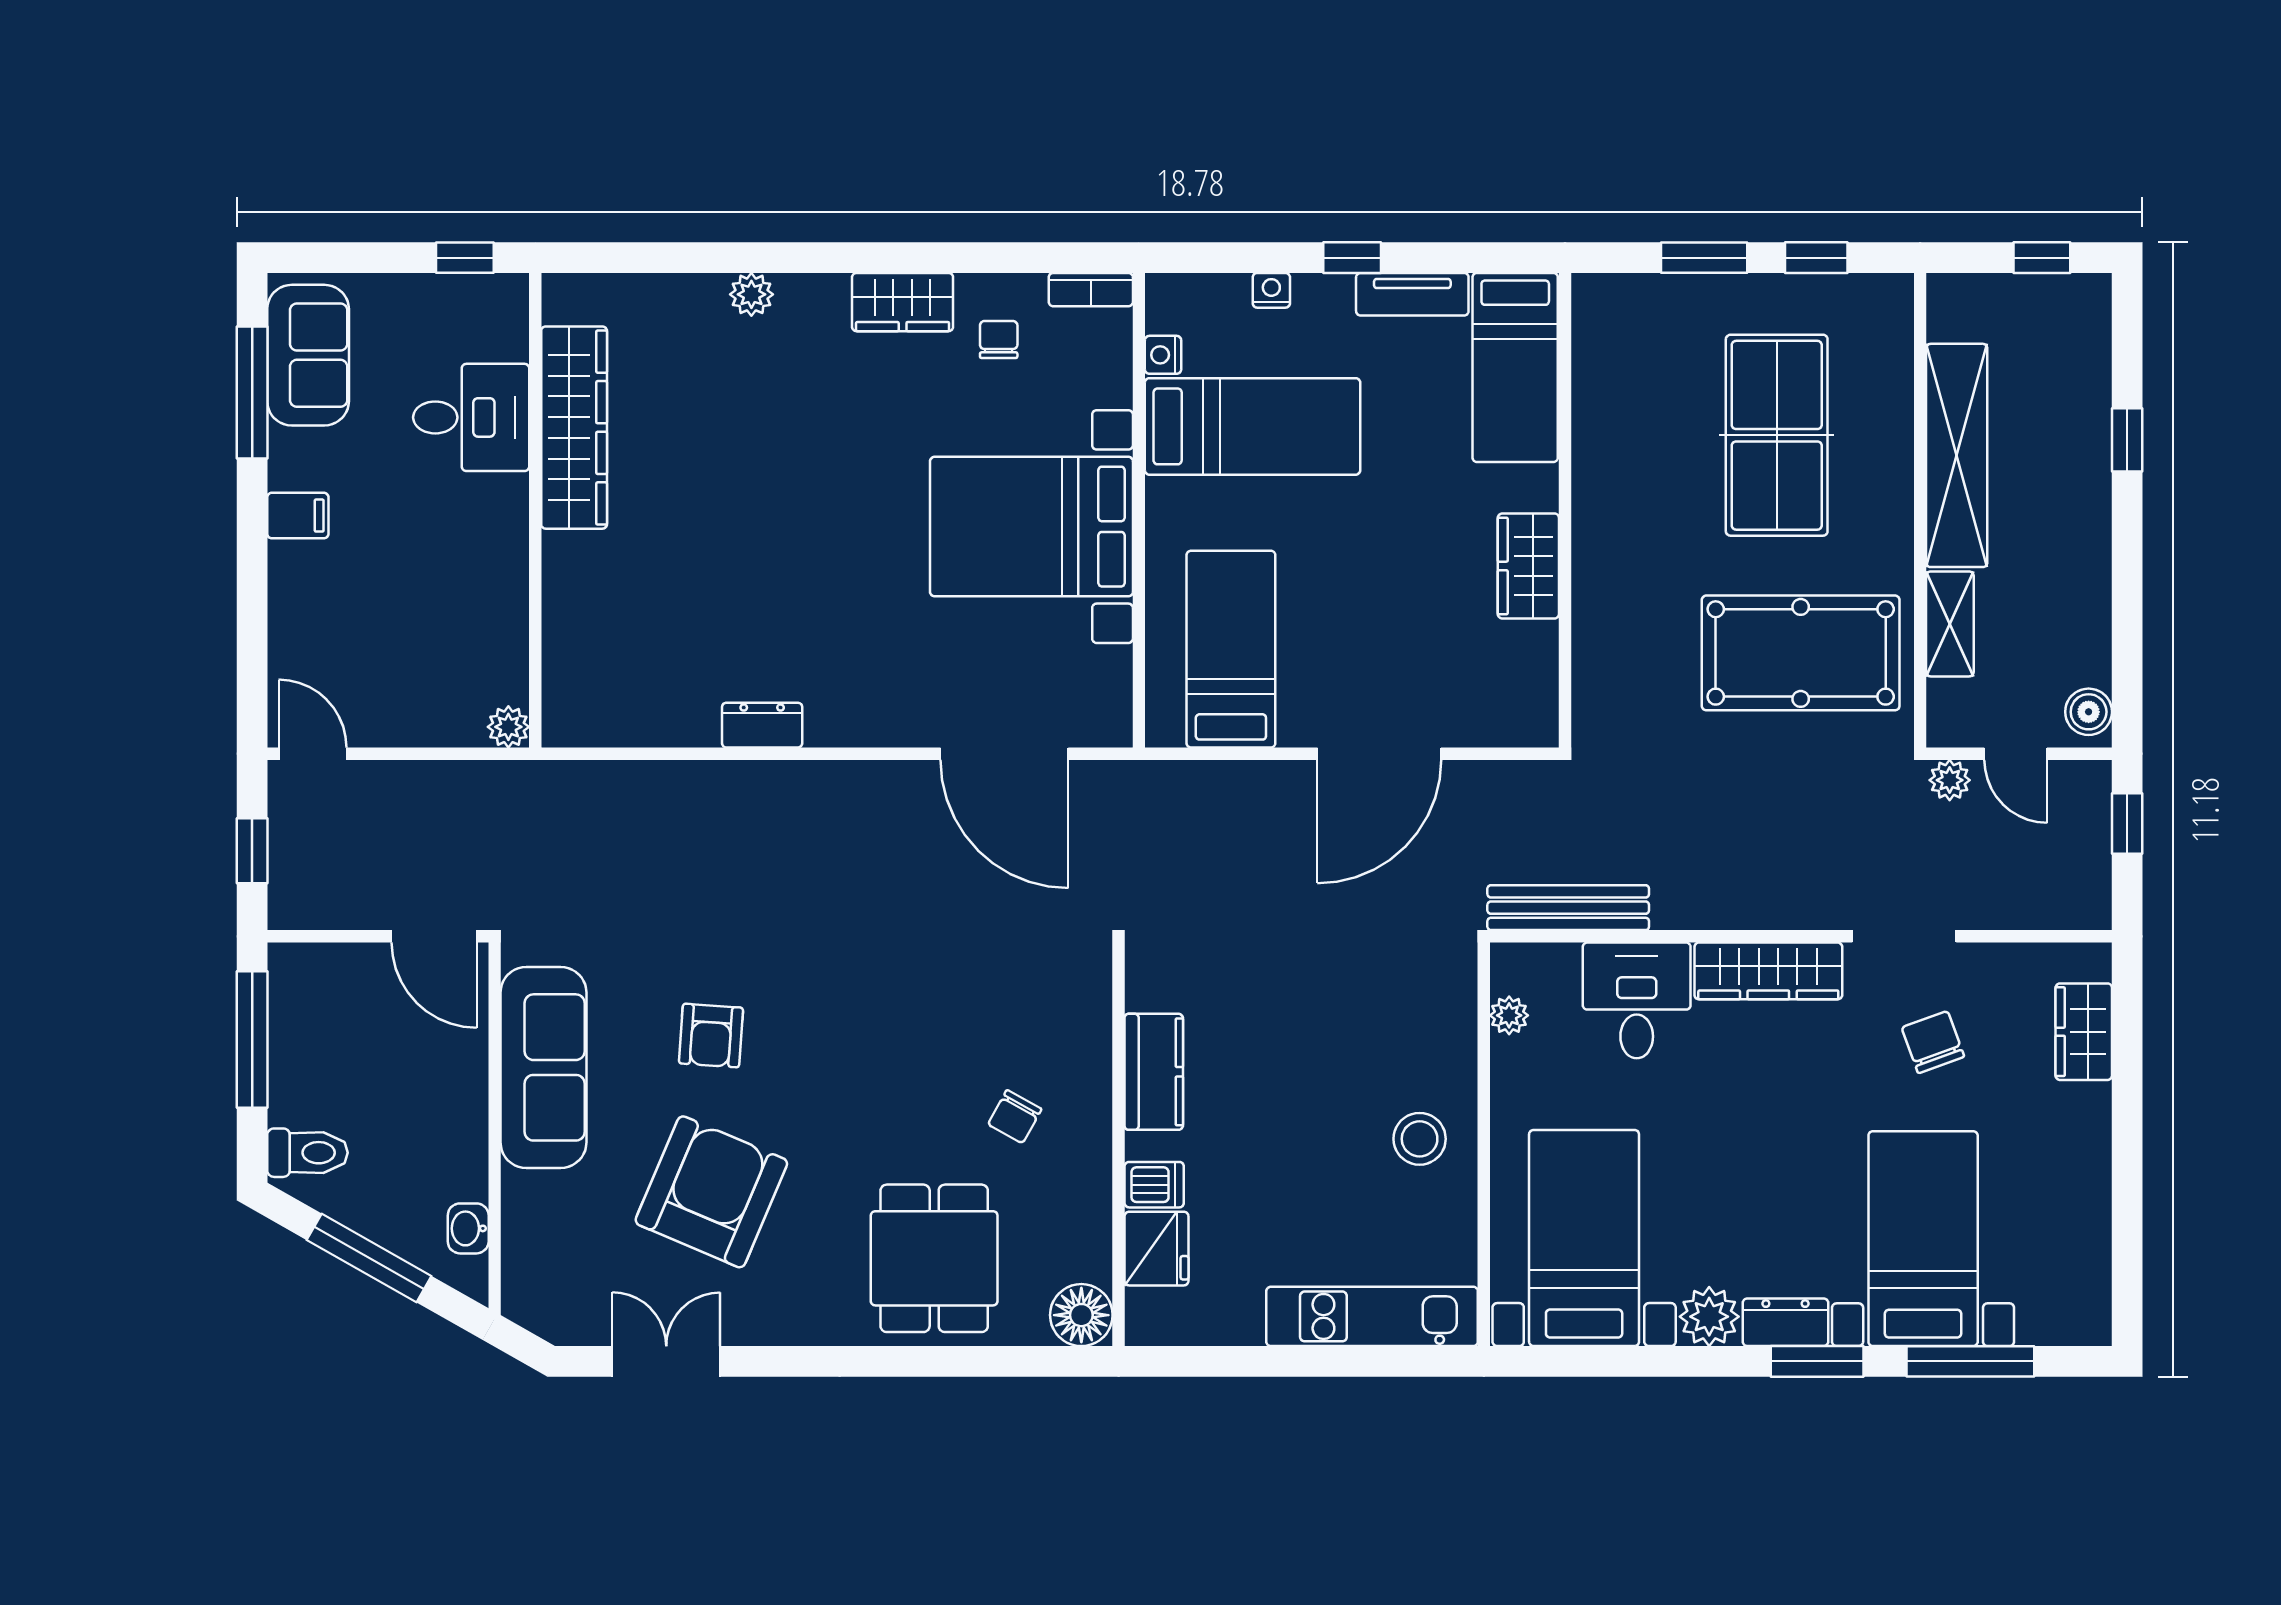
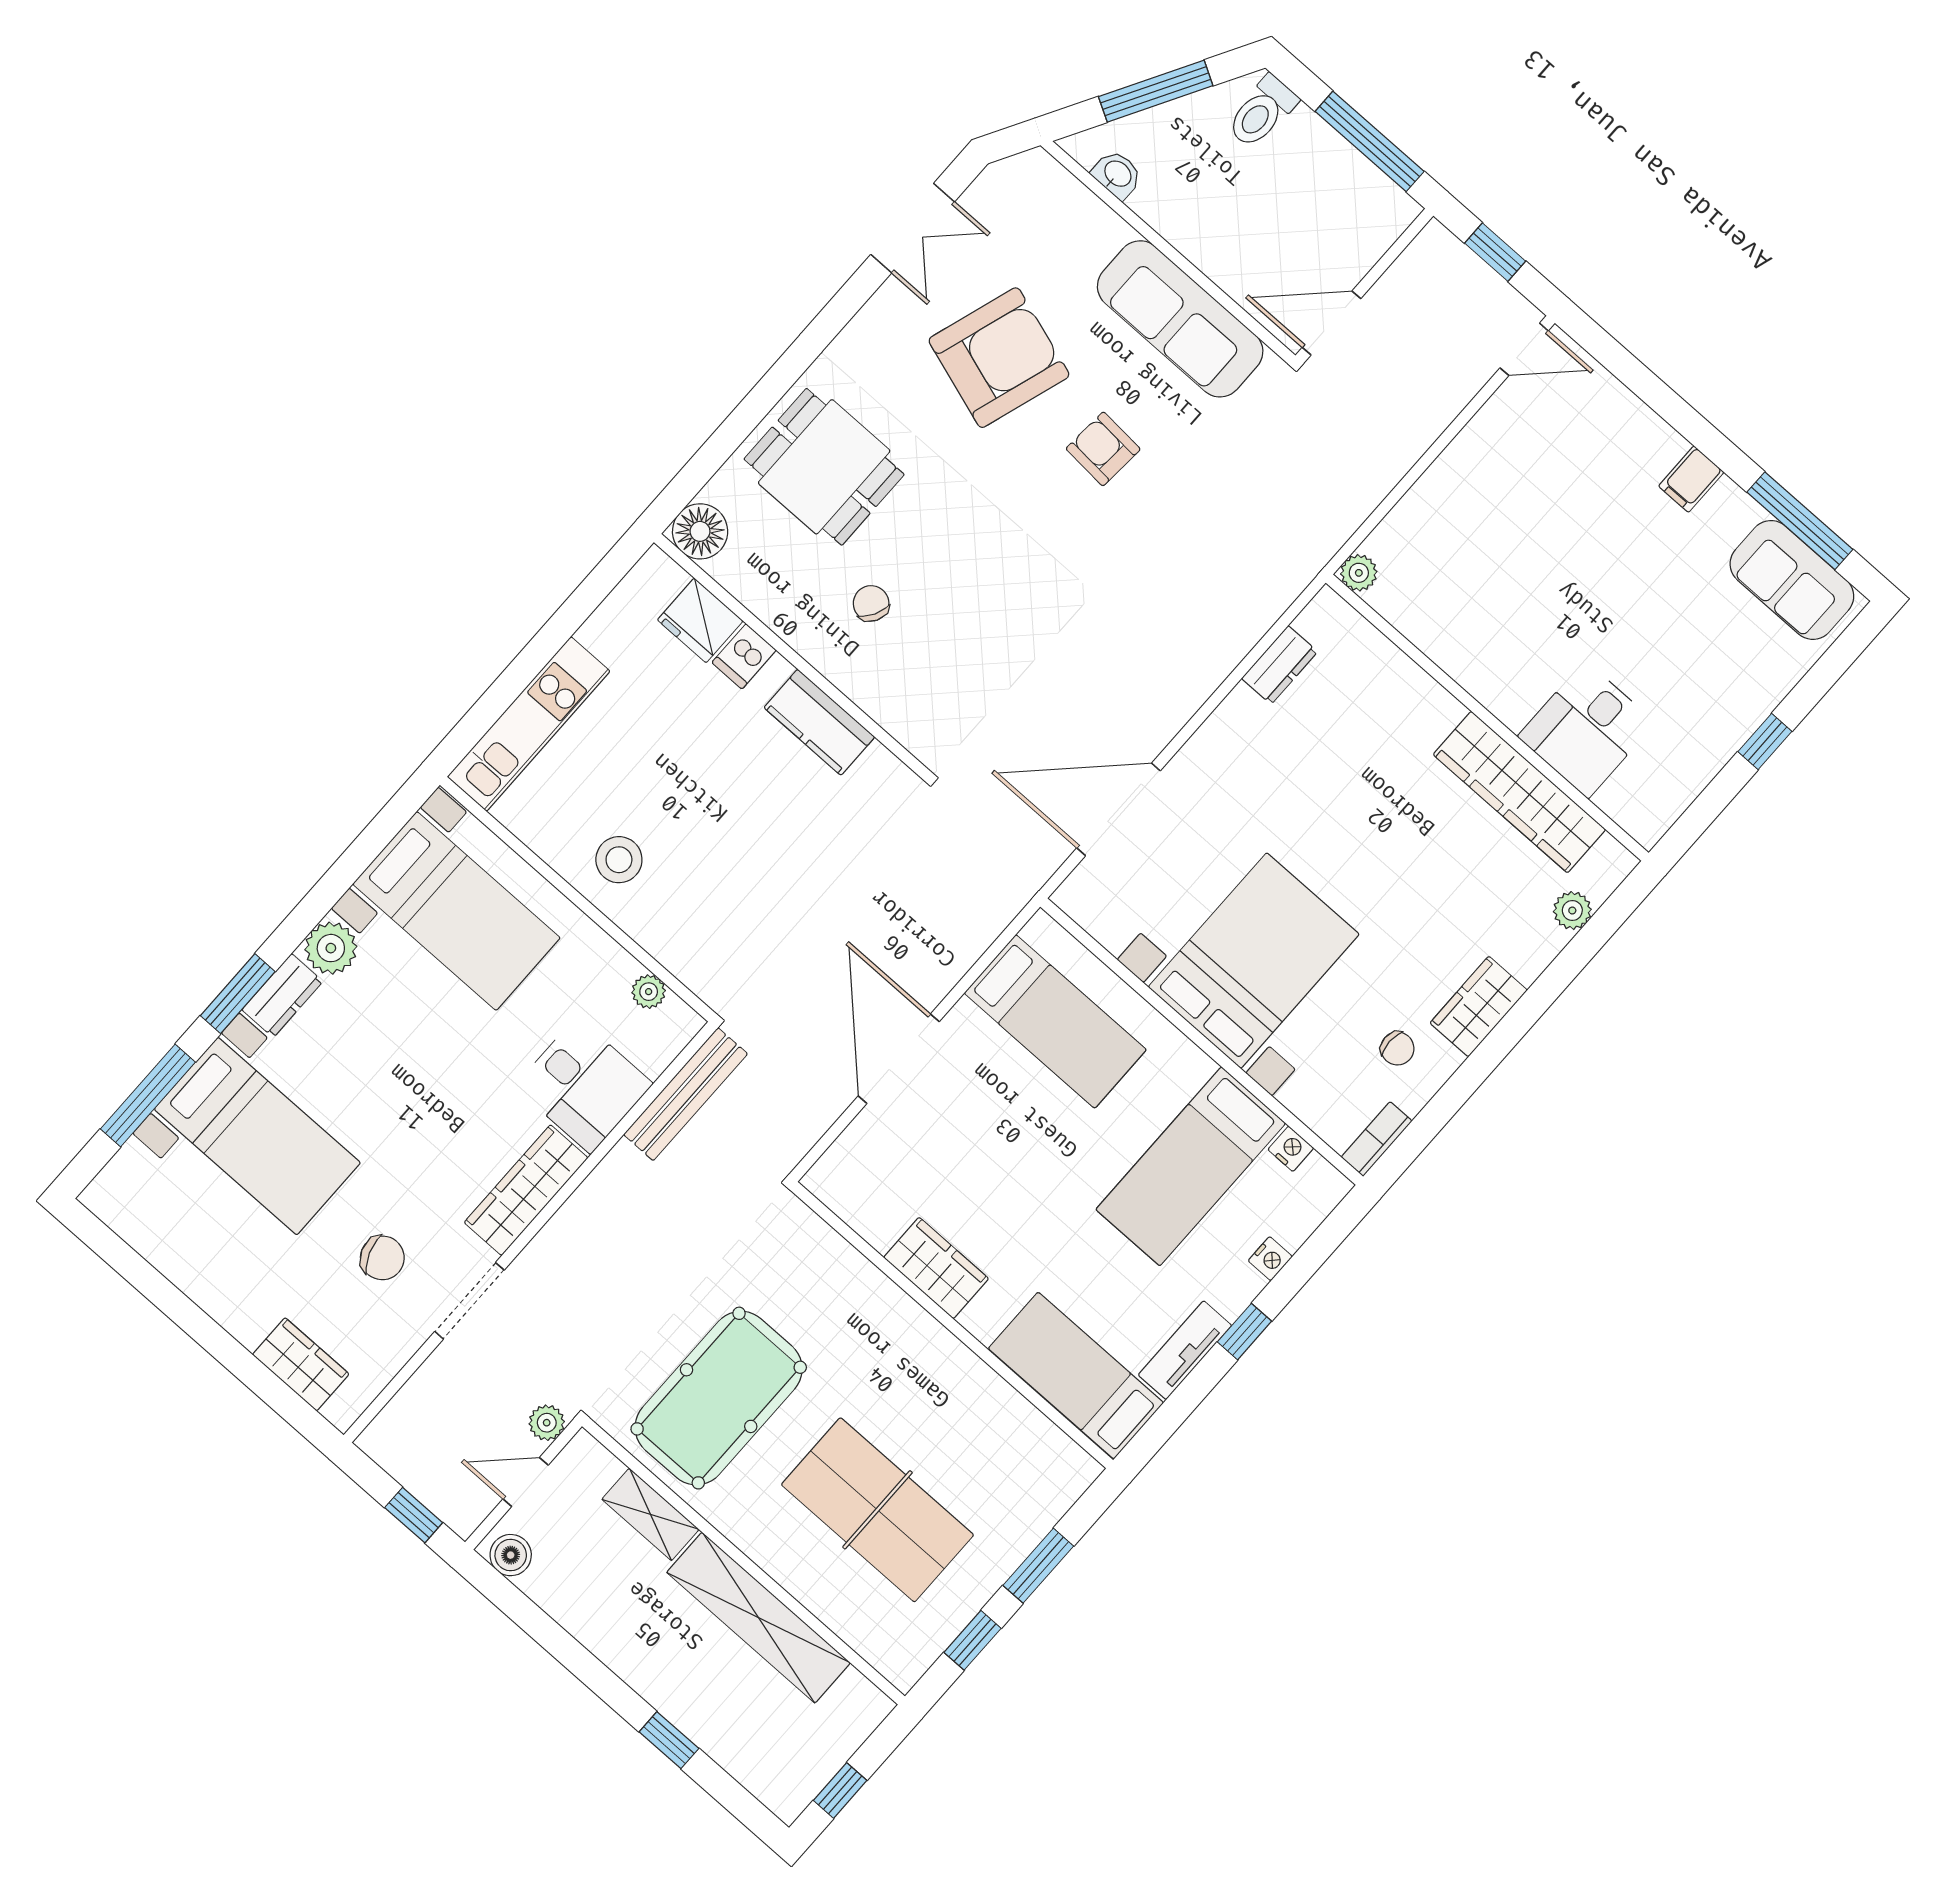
desk: (471, 417) -> (1586, 730), moved
wardrobe: (574, 428) -> (1519, 792), moved
wall: (535, 510) -> (1487, 718), moved
plant: (508, 727) -> (1359, 573), moved
armchair: (711, 1192) -> (999, 358), turned -95

